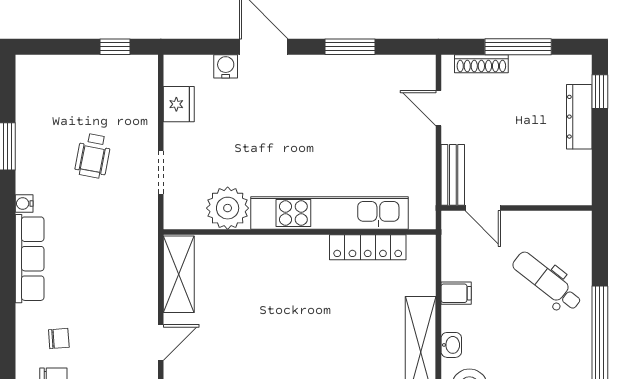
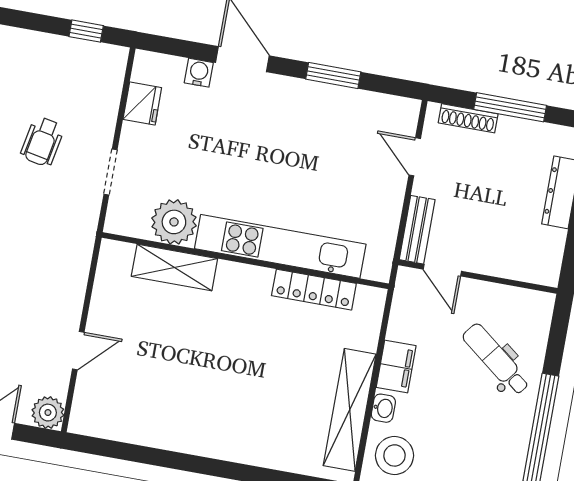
shelving: (179, 274) -> (174, 267), moved, turned 90
filing cabinet: (456, 293) -> (396, 367), width x2.00

